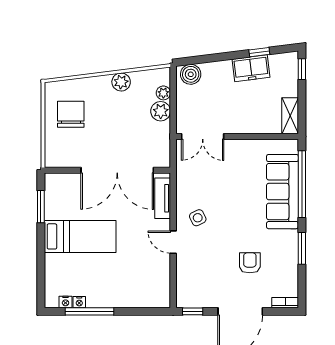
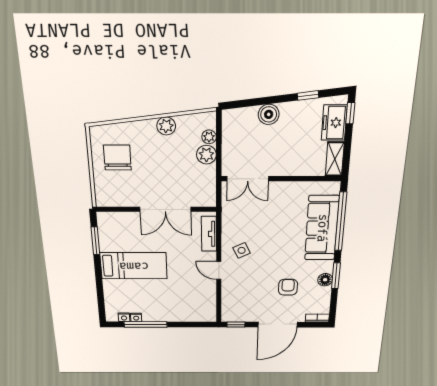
freezer: (251, 68) -> (334, 123), moved, turned 97
boiler: (191, 74) -> (269, 114), moved
double door: (117, 170) -> (165, 209), width x0.73
floor lamp: (290, 253) -> (325, 280), added

